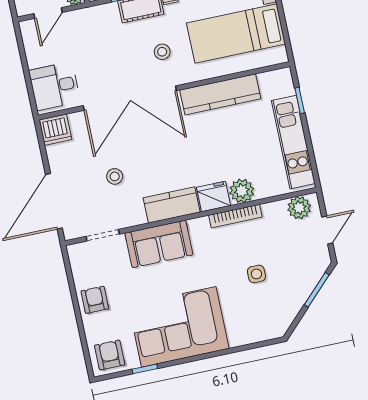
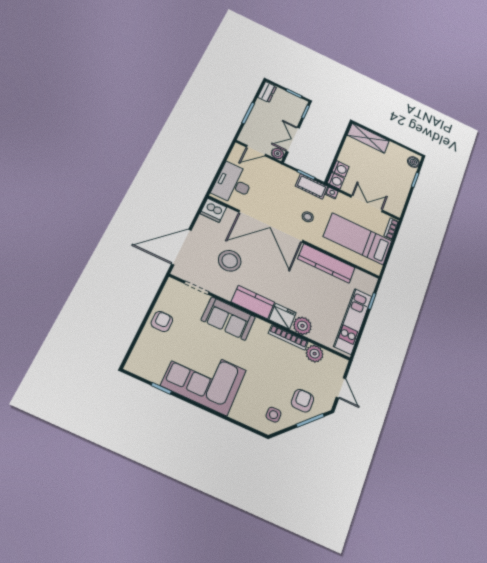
desk: (55, 86) -> (233, 184), width x1.37
stool: (115, 176) -> (230, 261), width x1.89, depth x1.89
plant: (299, 208) -> (315, 354), moved
door: (327, 230) -> (341, 388), hinge flipped
side table: (256, 274) -> (273, 415), moved
armchair: (110, 355) -> (303, 401), moved

